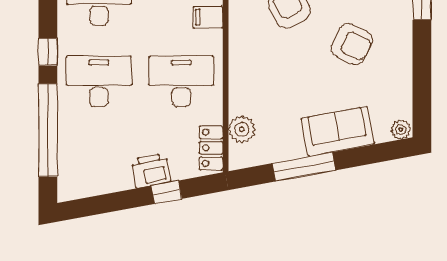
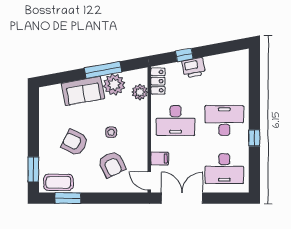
side table: (290, 61) -> (111, 132), added
desk: (99, 81) -> (224, 120), turned 180
window: (48, 130) -> (254, 92), removed
plant: (401, 130) -> (114, 84), moved, width x1.88, depth x1.88

